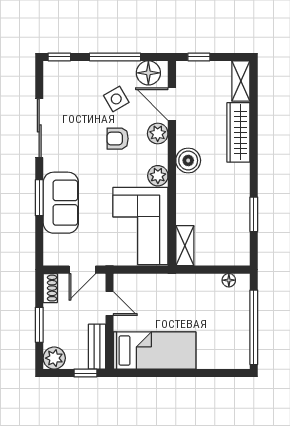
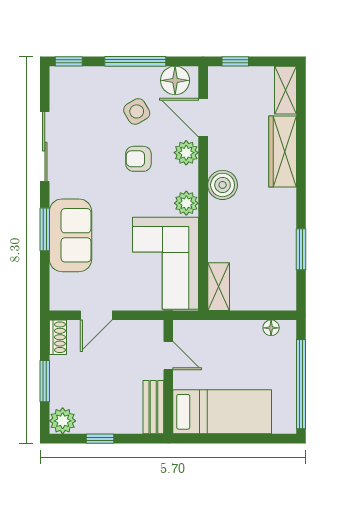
door: (109, 303) -> (168, 356), moved
wall: (109, 321) -> (168, 377), moved
bench: (97, 347) -> (153, 407), moved
bed: (155, 351) -> (222, 412), moved

